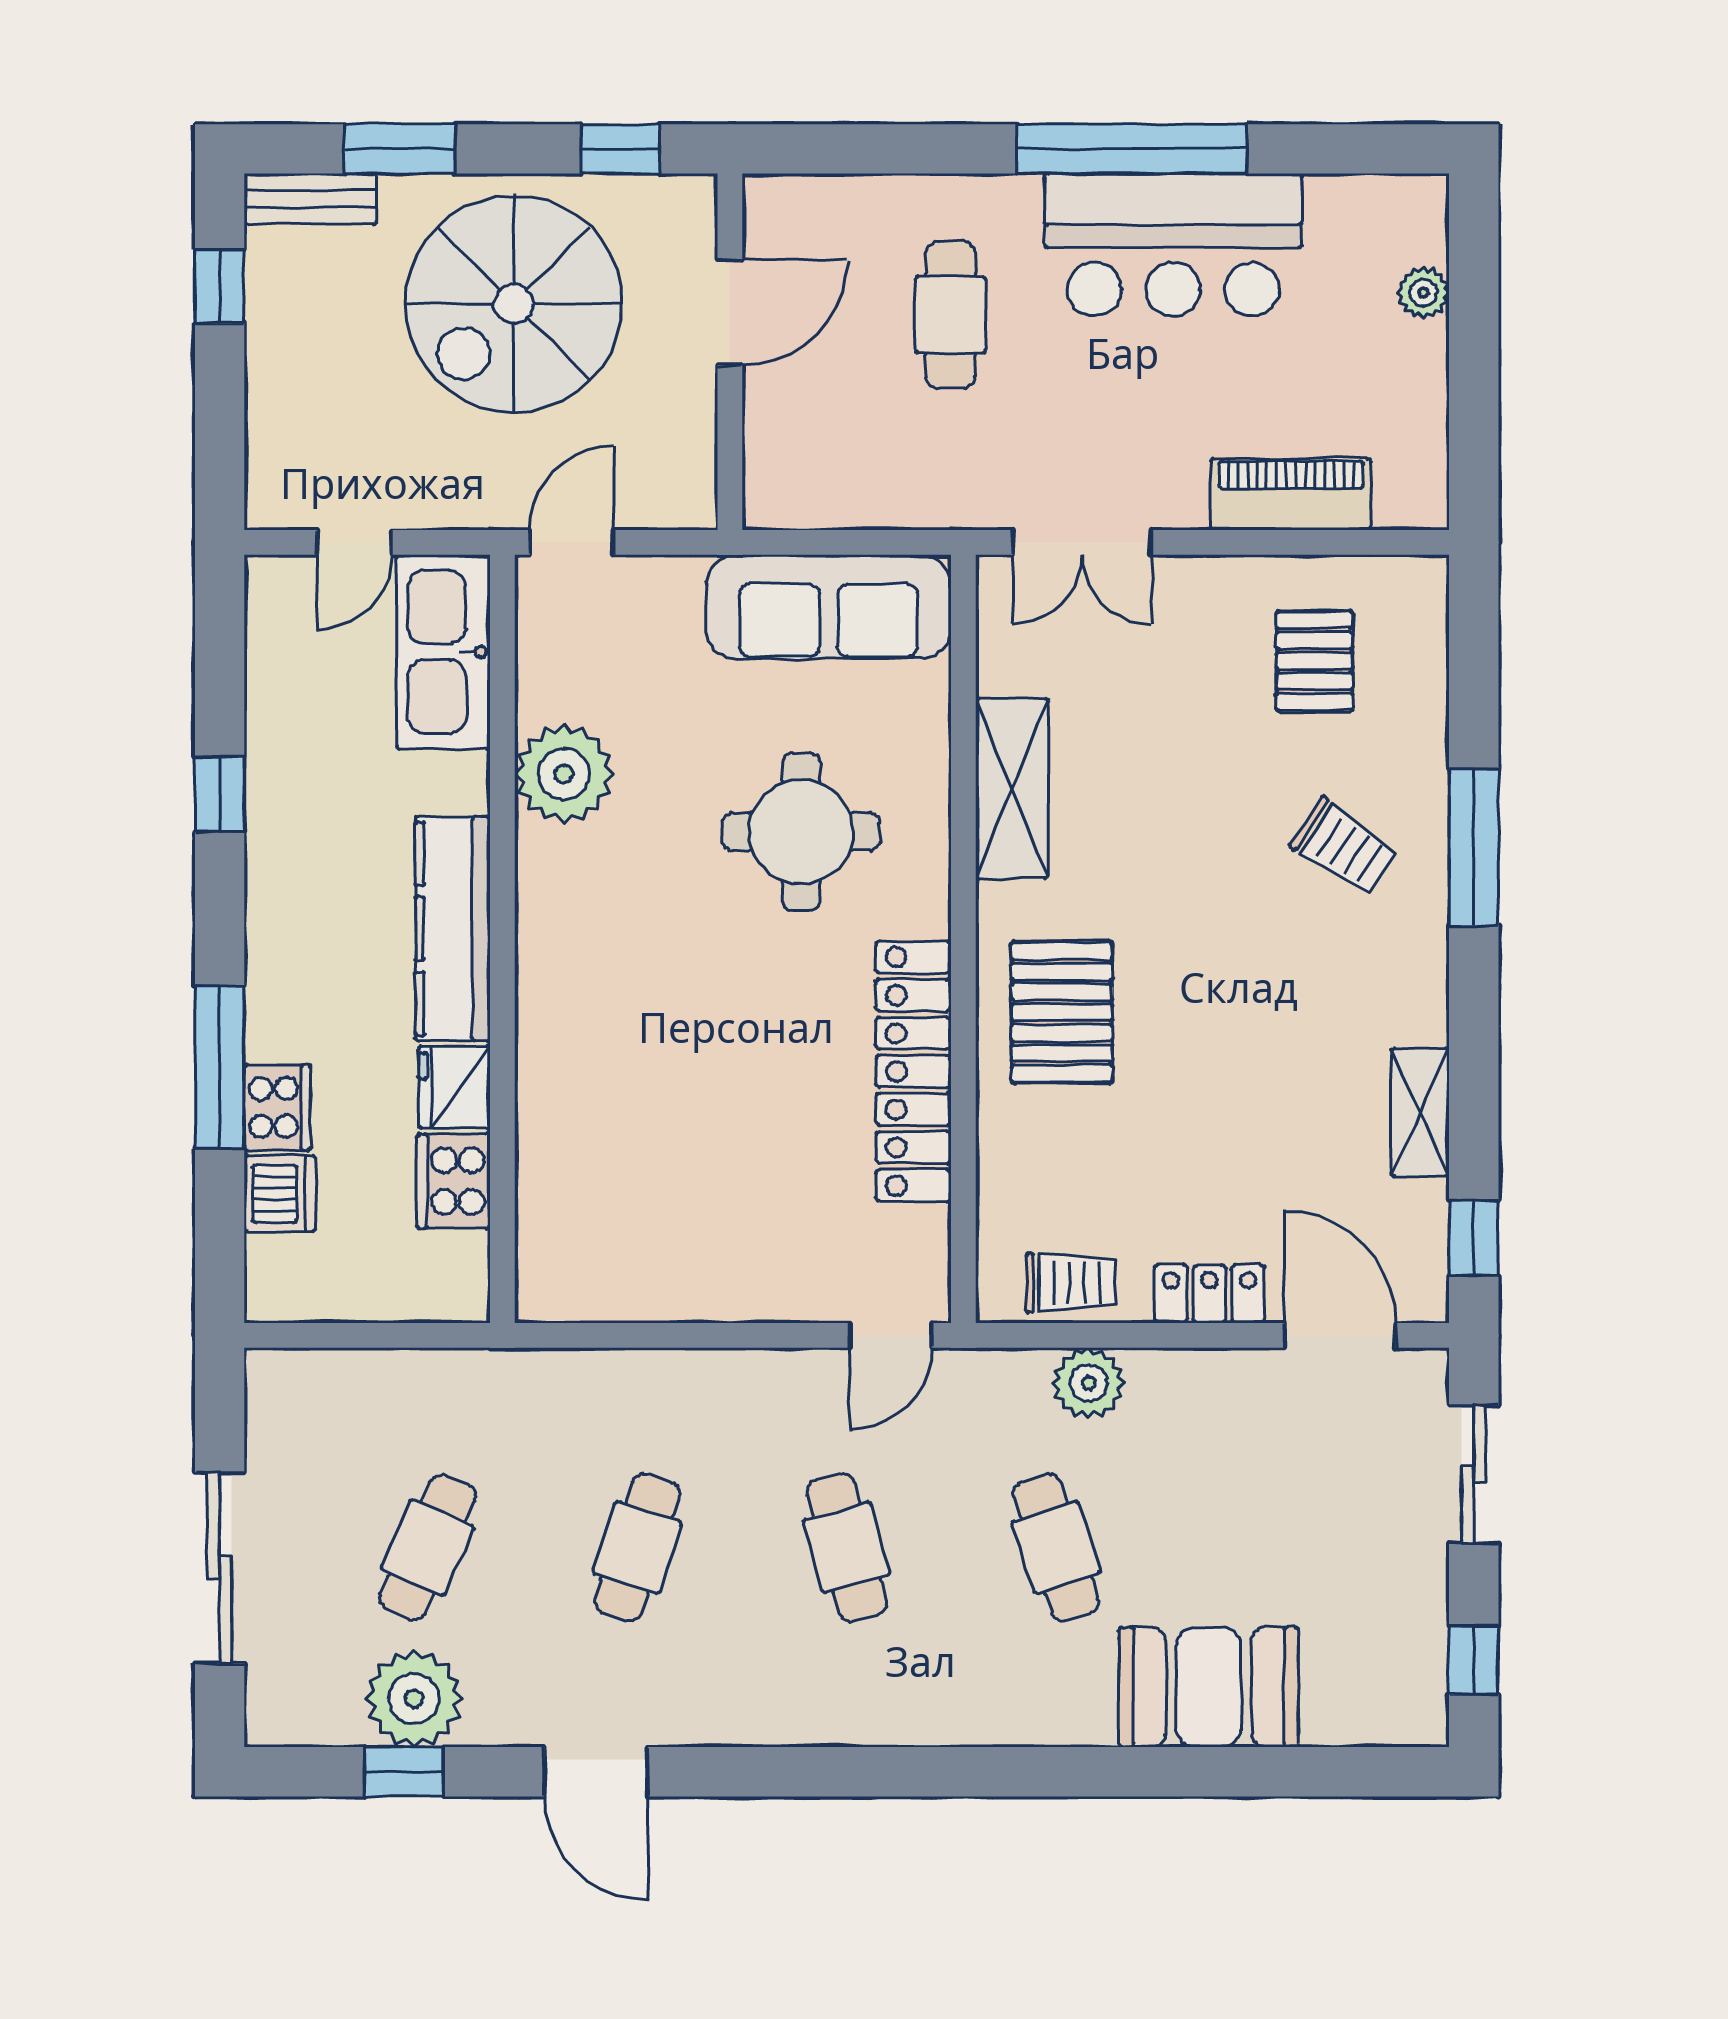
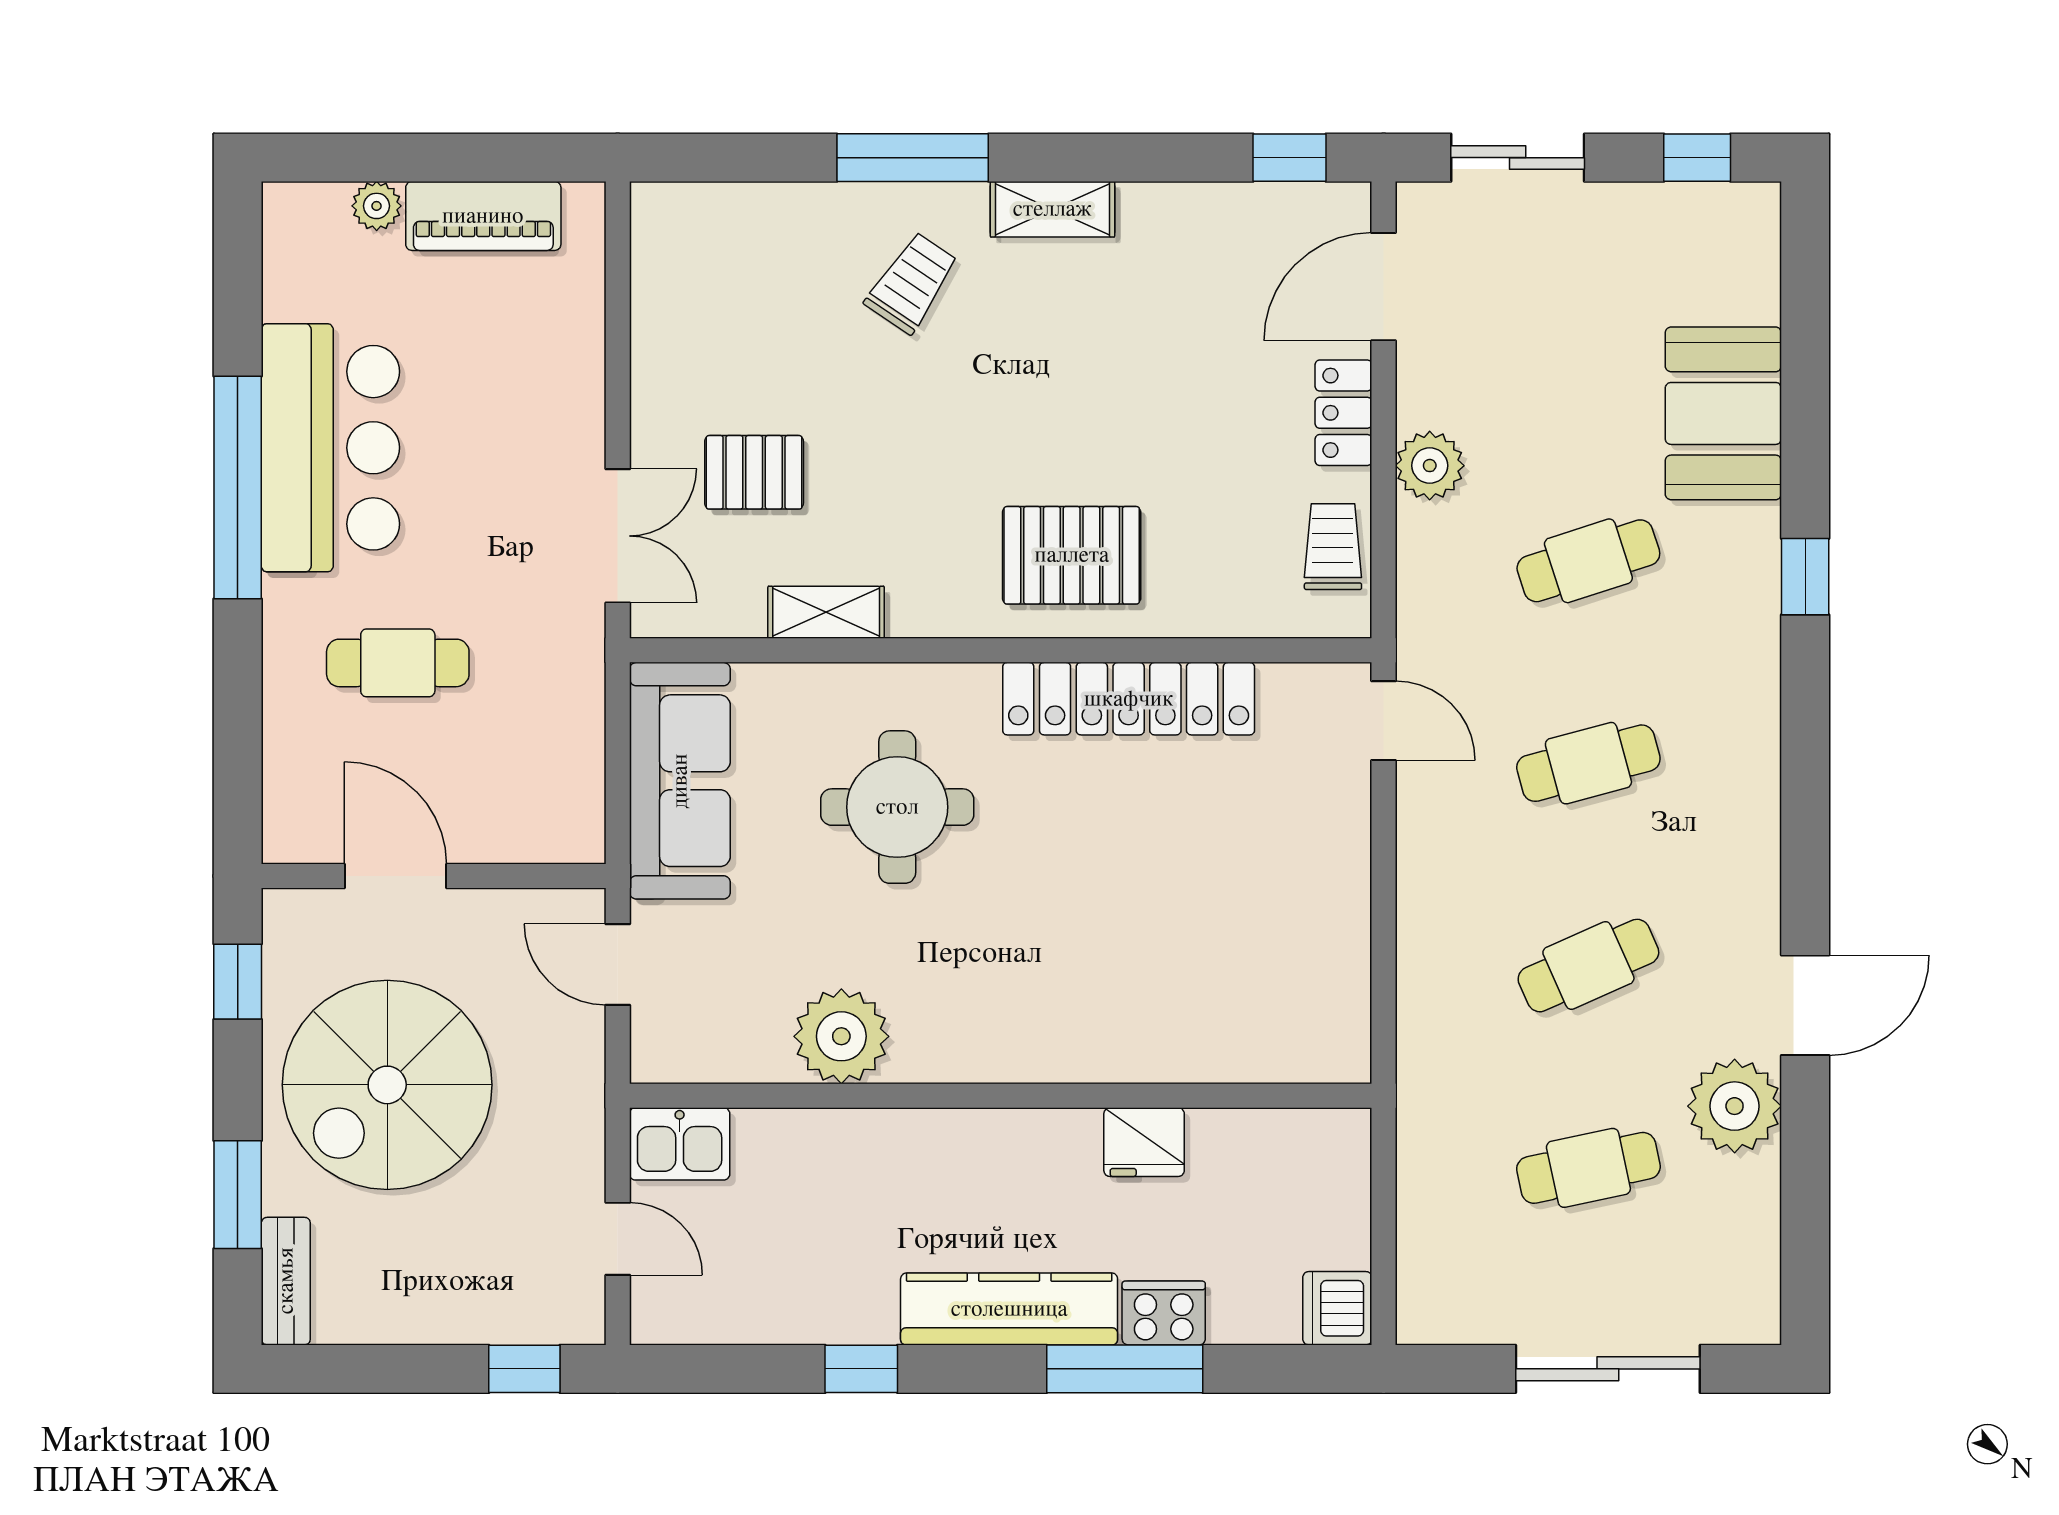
window: (220, 286) -> (524, 1369), moved
spiral stairs: (514, 304) -> (387, 1085), turned 90
piano: (1291, 494) -> (483, 216), moved, turned -90
door: (572, 542) -> (618, 964), moved
kitchen sink: (443, 652) -> (680, 1144), width x0.53, depth x0.81
pallet: (1314, 661) -> (754, 472), moved
shelving: (1012, 788) -> (826, 612), width x0.67, depth x0.75
kitchen counter: (453, 929) -> (1009, 1309), moved, turned 180
shelving: (1420, 1112) -> (1052, 209), moved
cooker: (454, 1181) -> (1235, 1143), removed
dishwasher: (280, 1194) -> (1337, 1308), moved, turned -90
plant: (1088, 1383) -> (1430, 466), moved
cafe table: (428, 1547) -> (1588, 1168), turned -36
cafe table: (637, 1547) -> (1588, 966), turned -42
plant: (414, 1699) -> (1735, 1106), moved
window: (404, 1772) -> (1805, 577), moved

